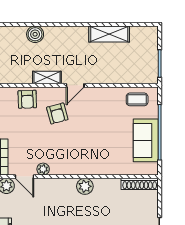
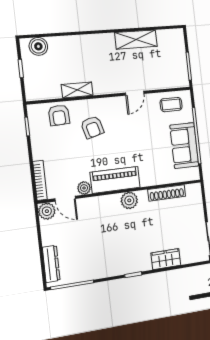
boiler: (35, 34) -> (38, 46), moved
door: (75, 85) -> (135, 93), moved
piano: (73, 165) -> (115, 180), added
shoe rack: (140, 184) -> (167, 193), moved

